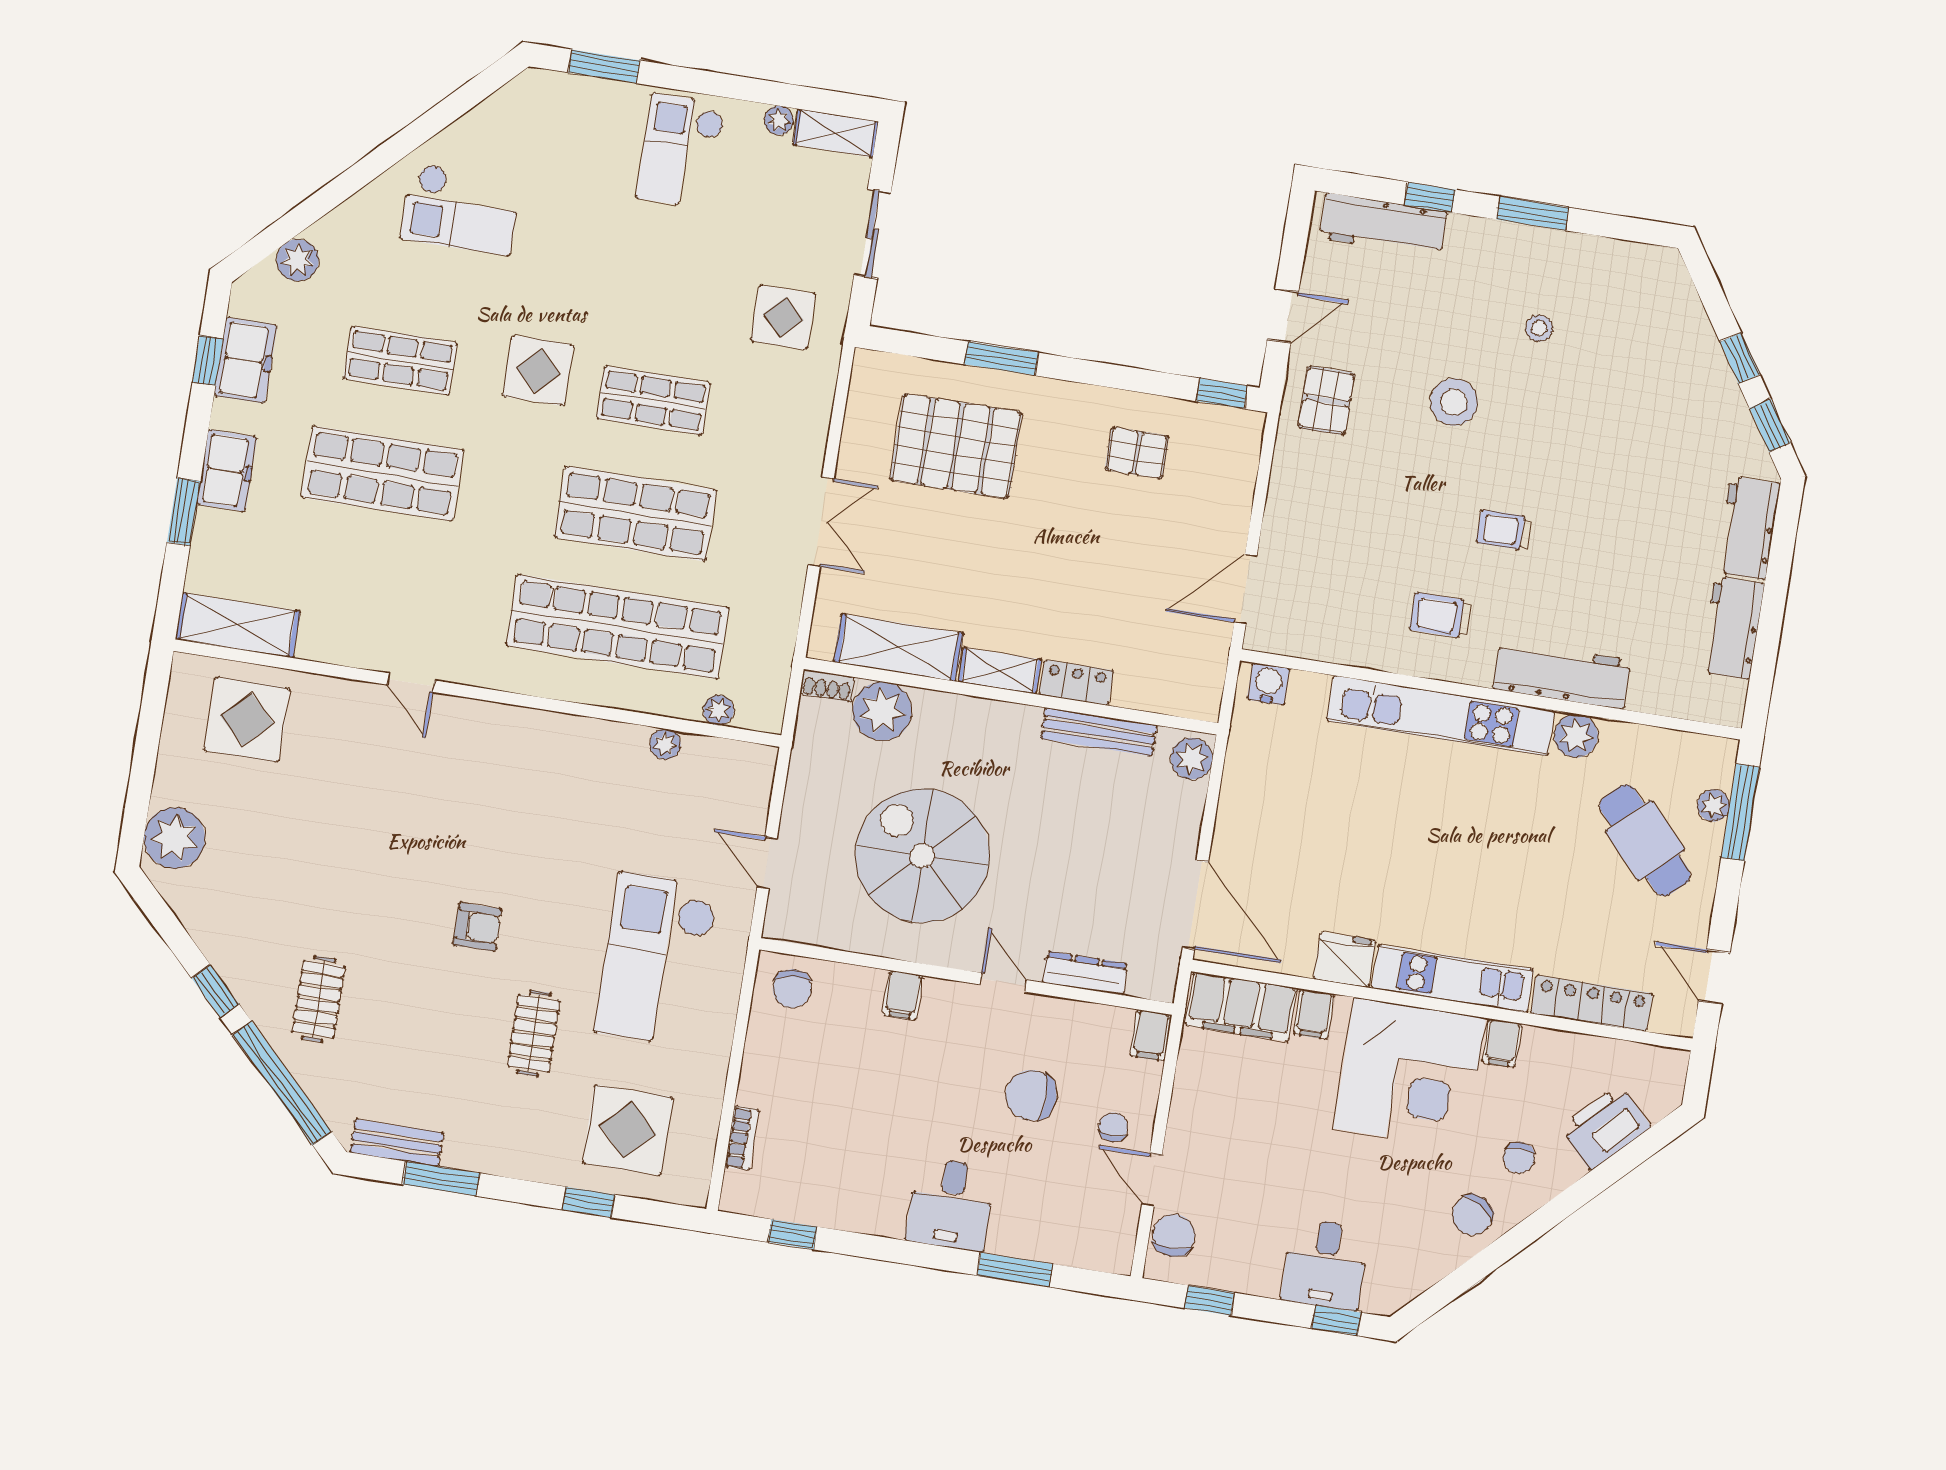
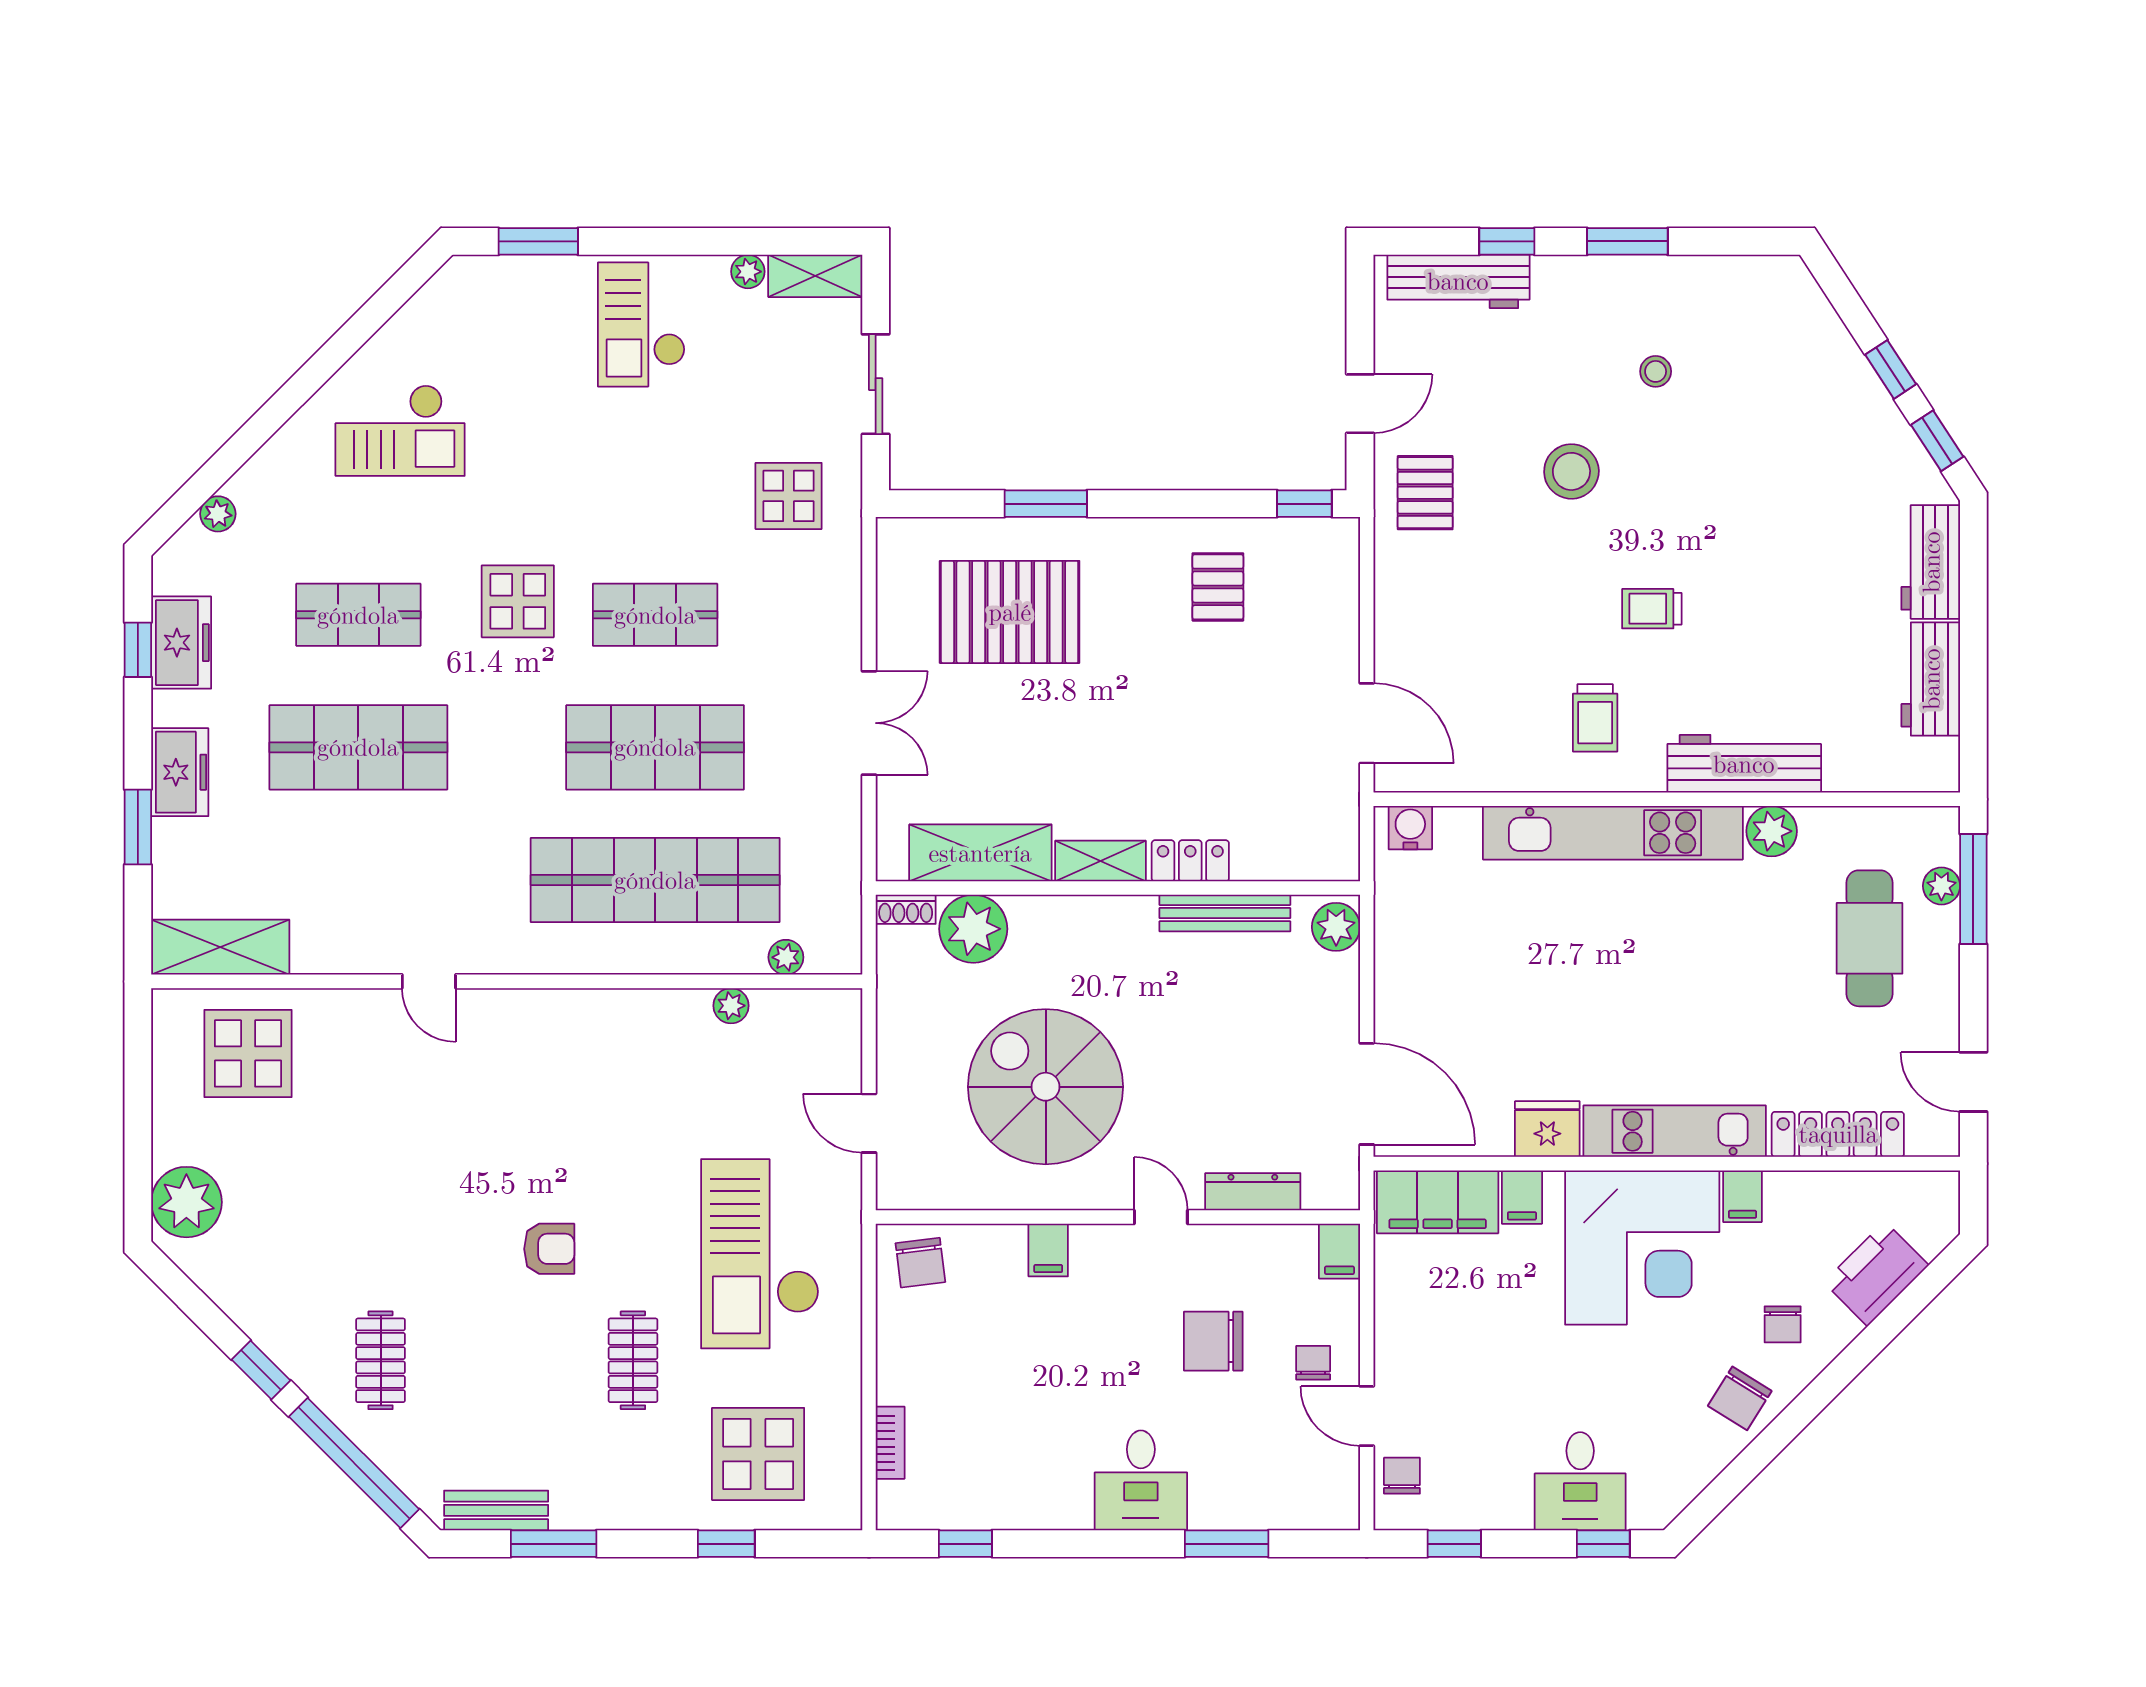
plant: (298, 260) -> (218, 514), width x0.73, depth x0.73
pallet: (1137, 453) -> (1218, 587), turned 90
door: (1245, 589) -> (1367, 723), swing flipped
trolley: (1441, 615) -> (1595, 718), turned -90
cafe table: (1645, 840) -> (1869, 938), turned 43
chair: (1174, 1235) -> (1402, 1476), width x0.73, depth x0.73

